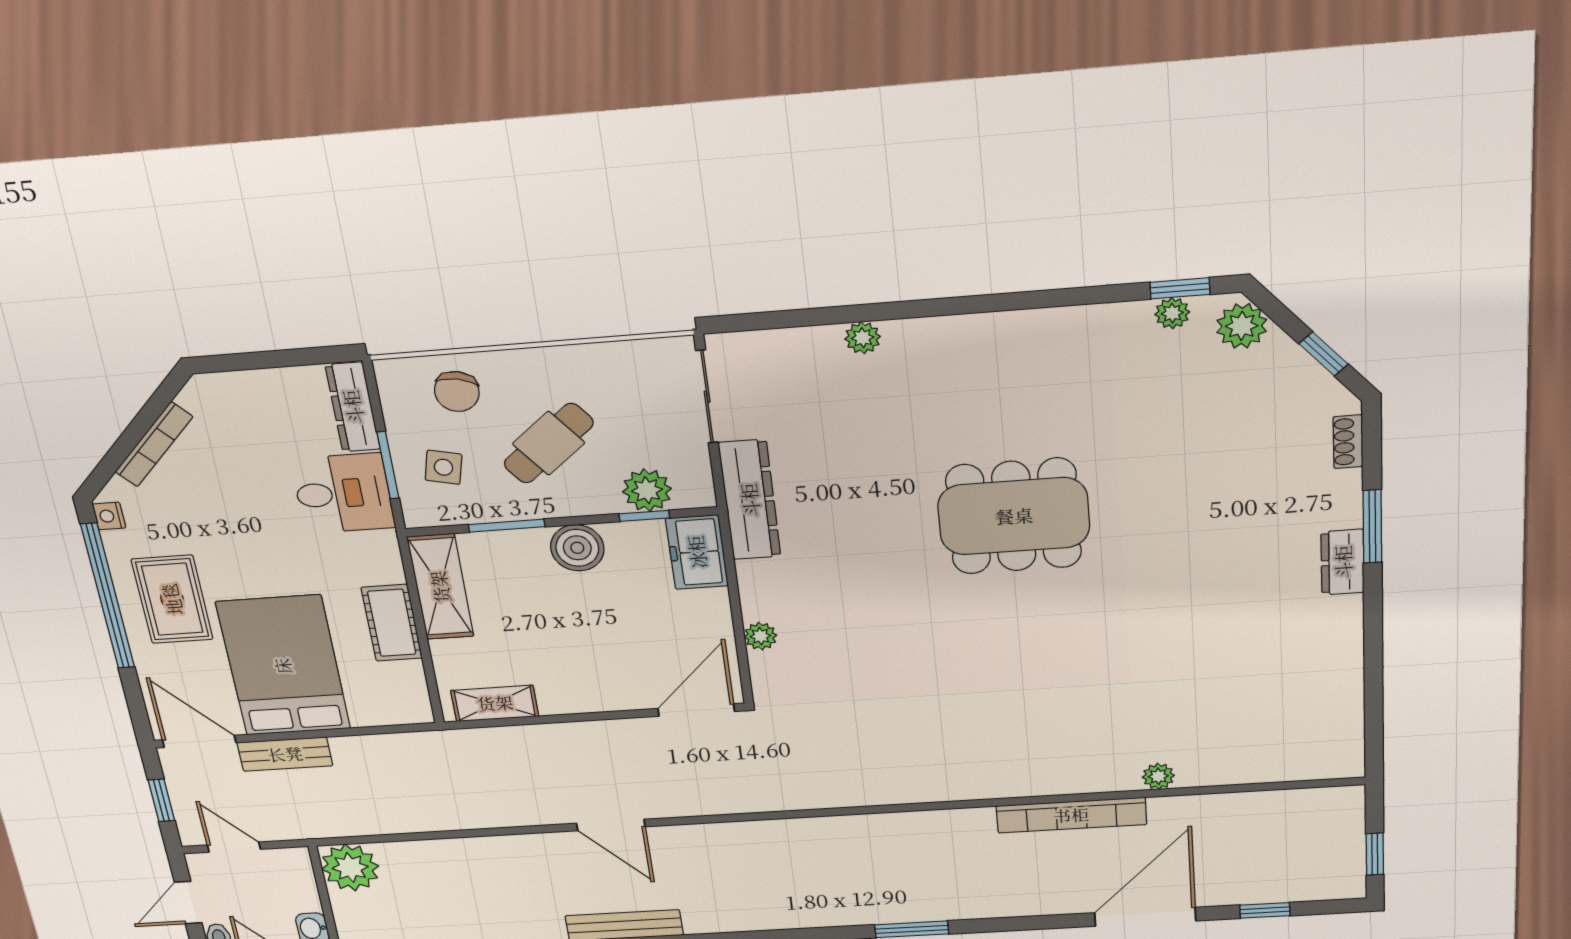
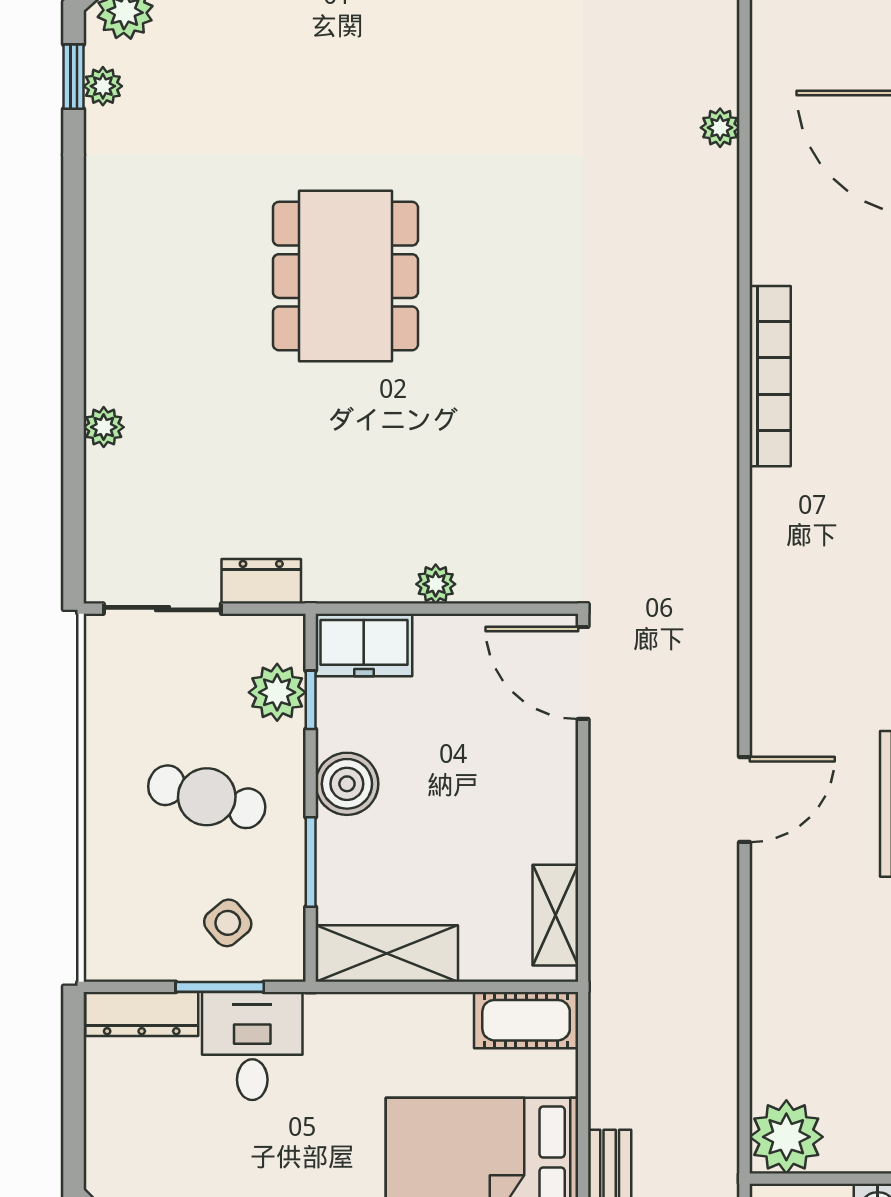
chair: (457, 392) -> (132, 891), removed
cafe table: (549, 443) -> (207, 797), turned -35
side table: (443, 467) -> (228, 923), turned 37
dresser: (750, 500) -> (261, 581), width x0.51, depth x0.80
cot: (392, 623) -> (526, 1020), moved
plant: (760, 636) -> (436, 584), moved
bookcase: (1071, 815) -> (770, 376), moved

